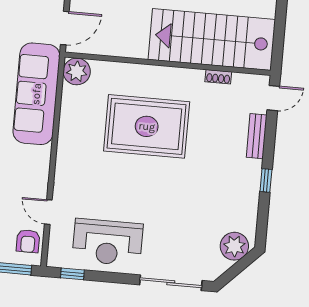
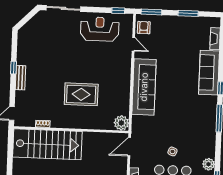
sofa: (36, 94) -> (144, 87), moved
rug: (147, 126) -> (81, 94), width x0.73, depth x0.69
bench: (257, 136) -> (20, 78), moved
plant: (234, 246) -> (29, 30), removed

